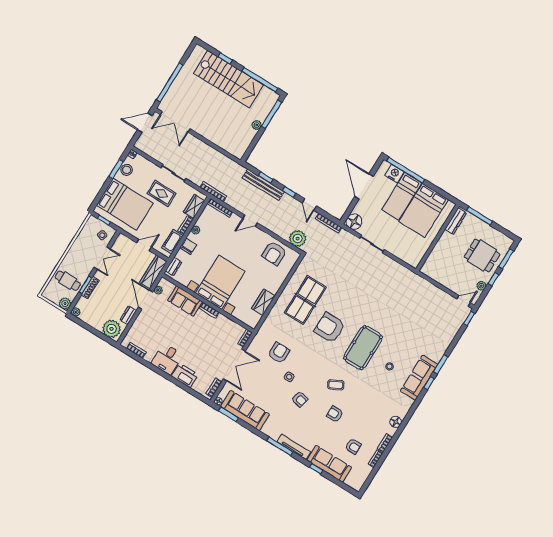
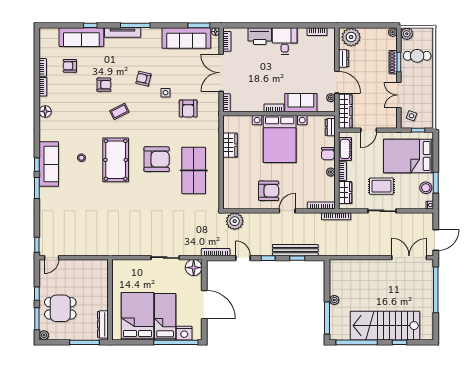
armchair: (274, 253) -> (269, 191), moved, turned 90
plant: (481, 286) -> (44, 335), moved

